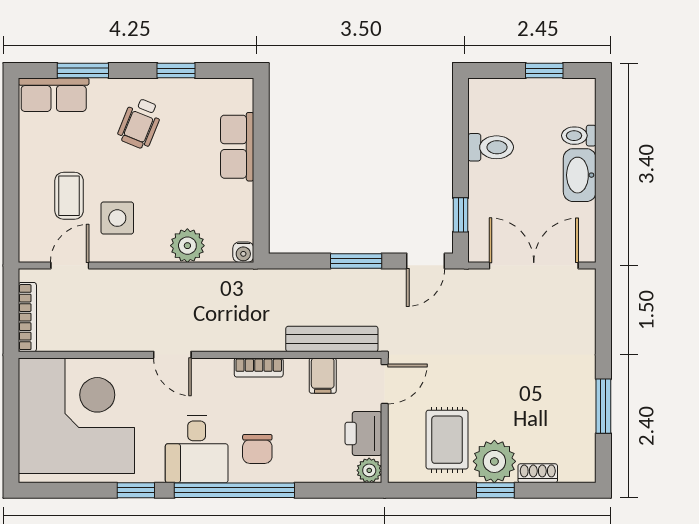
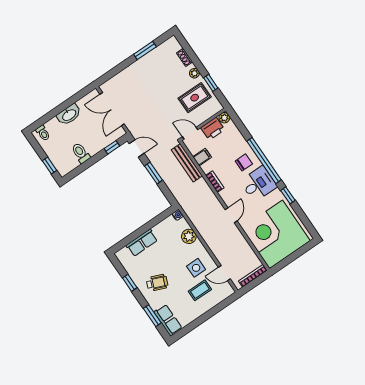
window: (544, 71) -> (49, 166), moved
toilet: (579, 136) -> (43, 133), moved
plant: (494, 461) -> (194, 73), width x0.53, depth x0.53
window: (495, 490) -> (211, 83), moved

